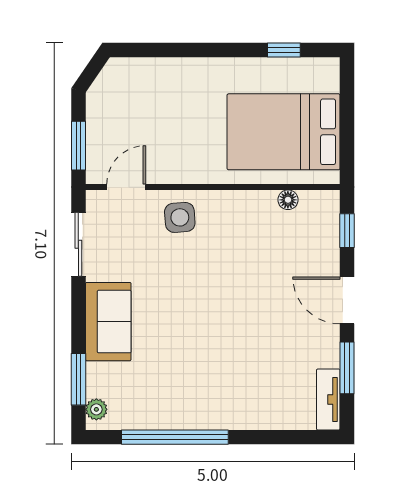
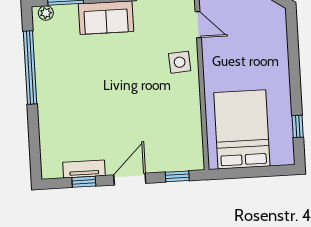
floor lamp: (288, 200) -> (196, 135), removed
window: (347, 368) -> (84, 182), width x0.67
tv unit: (328, 399) -> (84, 169), moved

